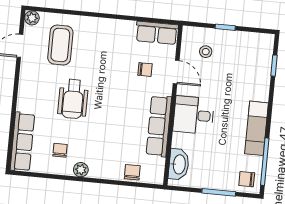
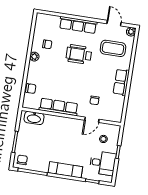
row of seats: (157, 33) -> (121, 82), moved
desk: (194, 115) -> (103, 163), moved, turned 90
exam couch: (257, 128) -> (65, 170), moved
row of seats: (22, 142) -> (78, 25), moved

